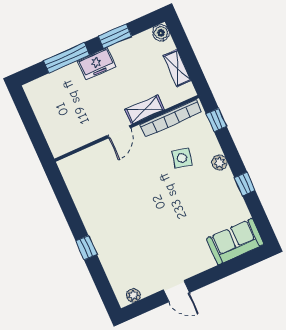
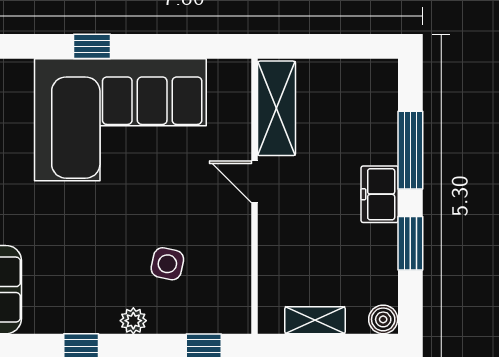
shelving: (145, 110) -> (276, 108), moved, width x1.50, depth x1.33
bookcase: (171, 118) -> (239, 274), removed
corner sofa: (118, 216) -> (120, 120), added

